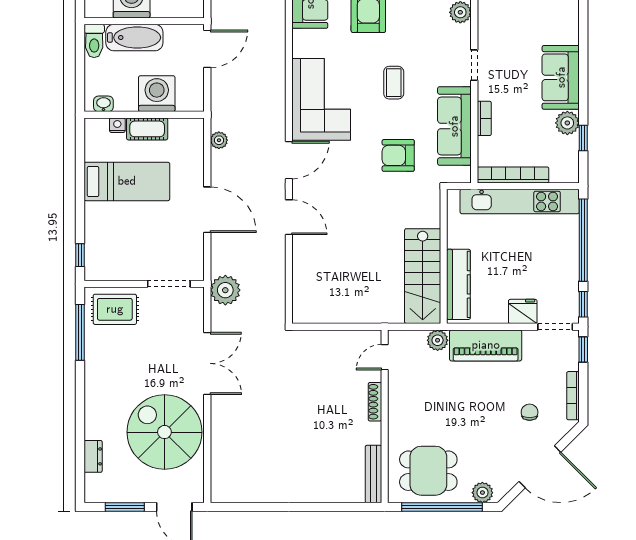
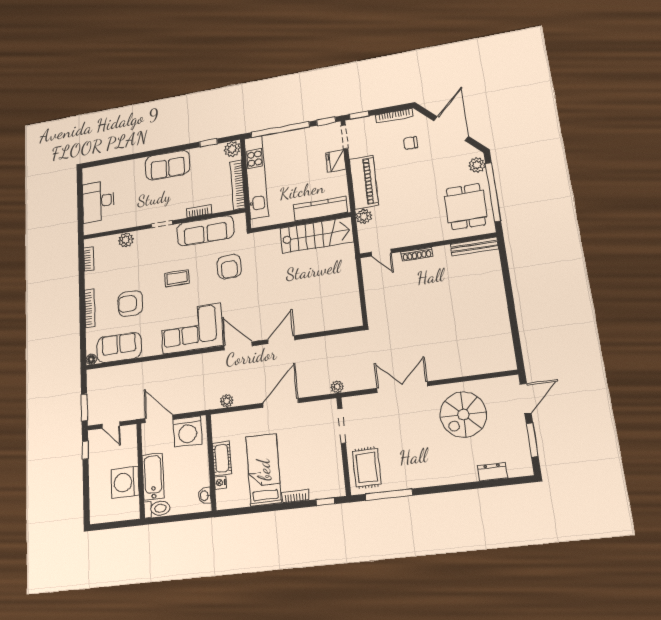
washing machine: (157, 94) -> (188, 432), moved, turned -90
plant: (567, 123) -> (232, 149), moved
bookcase: (91, 219) -> (296, 496), added
plant: (225, 290) -> (337, 387), width x0.53, depth x0.53
spiral stairs: (164, 432) -> (463, 415), width x0.73, depth x0.73

